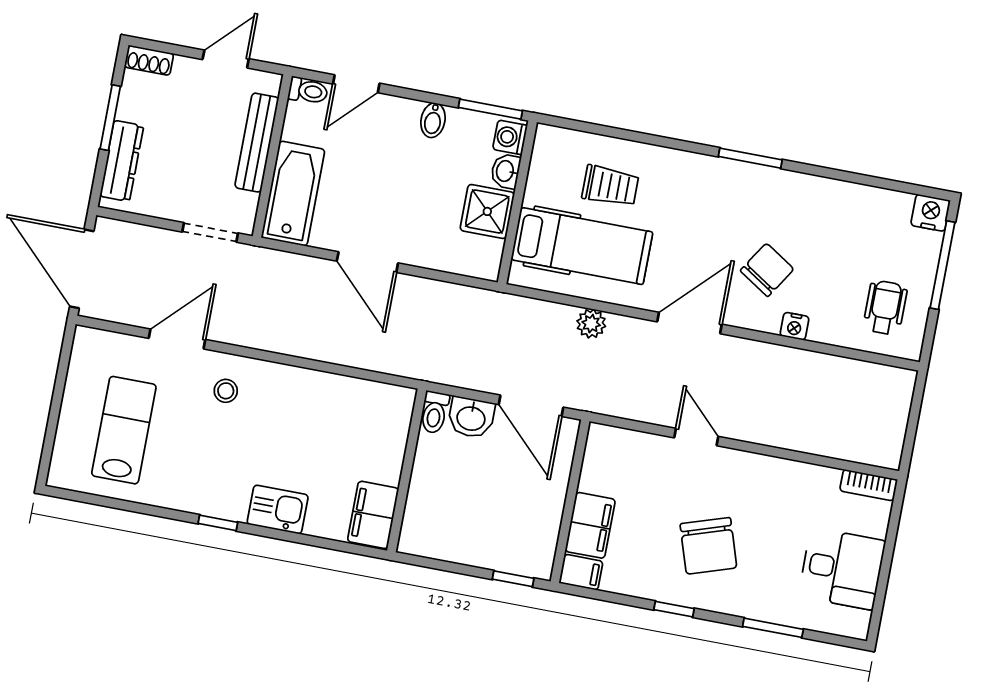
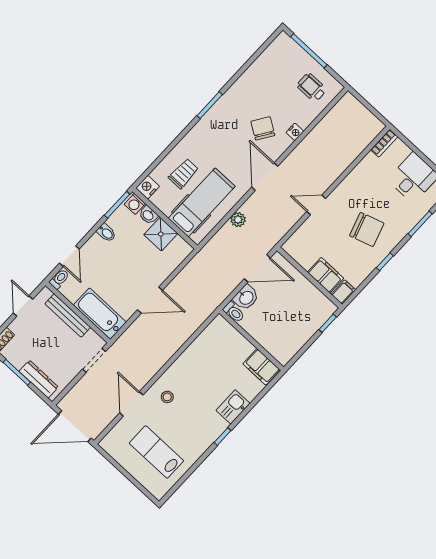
nightstand: (931, 213) -> (148, 187), moved

